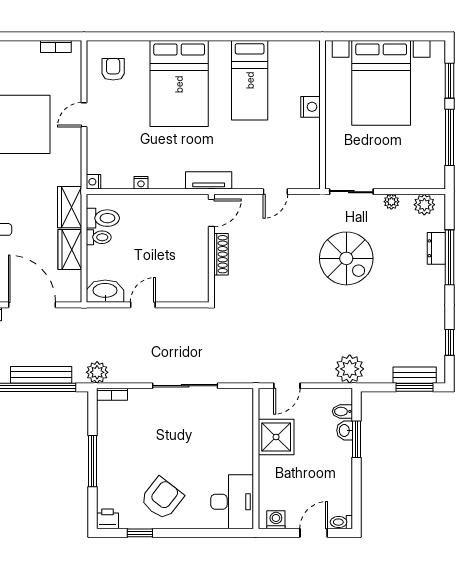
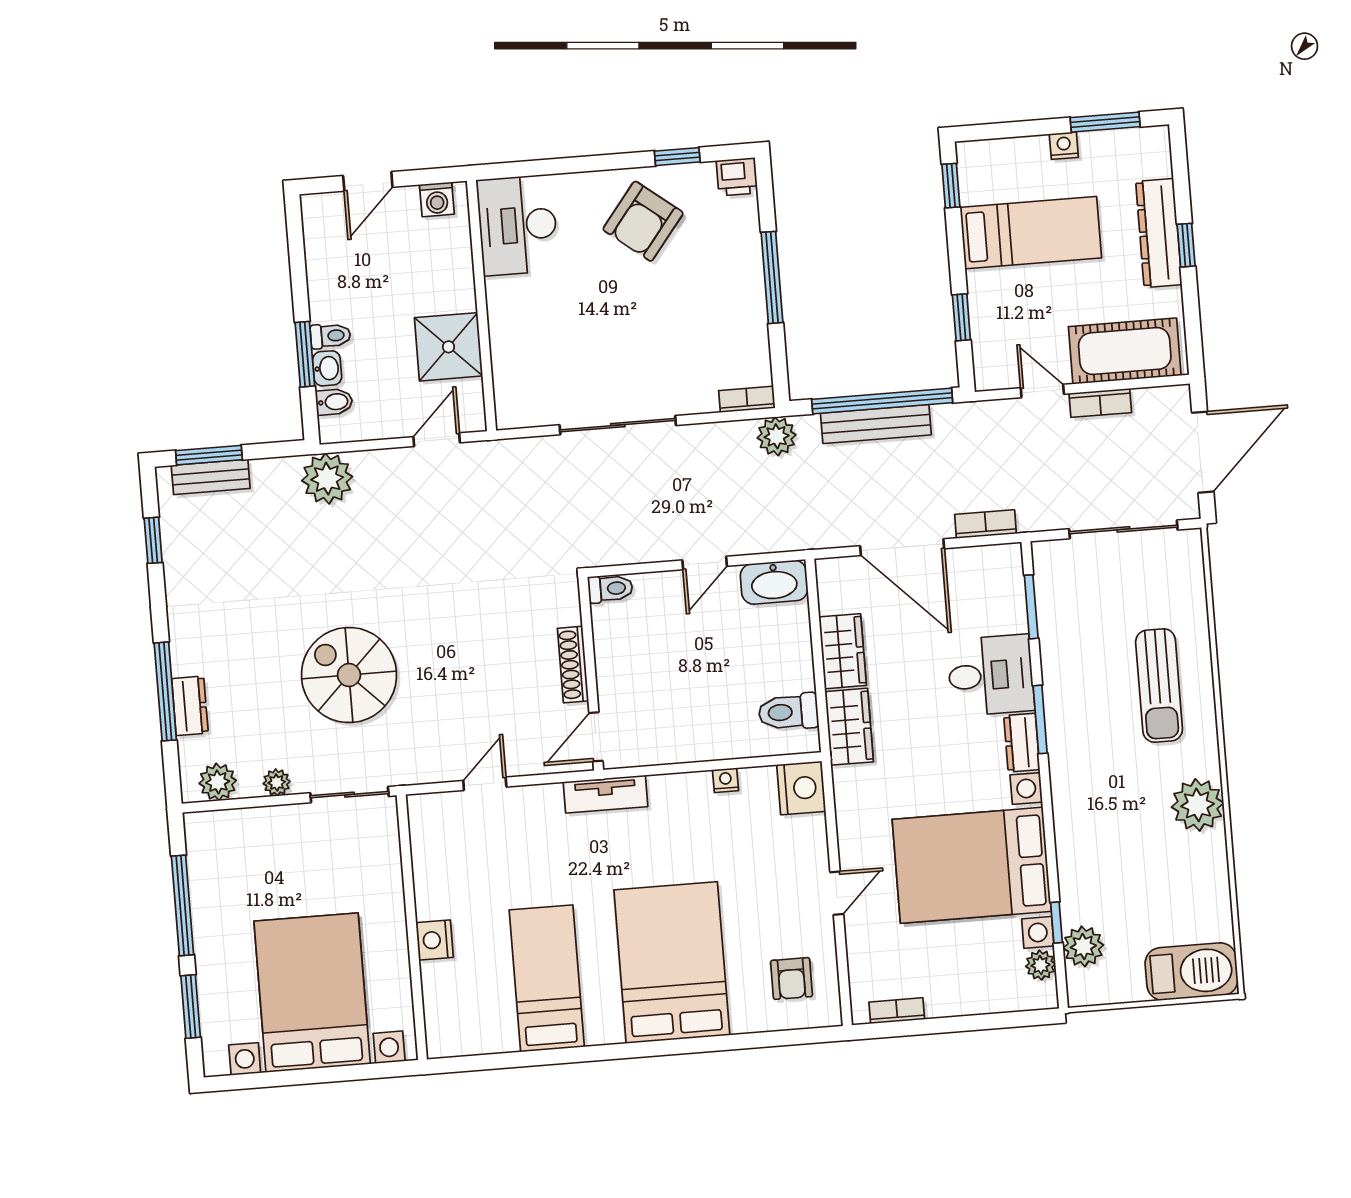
nightstand: (94, 182) -> (801, 788), width x1.89, depth x1.79
toilet: (99, 237) -> (610, 589), moved, turned 180
toilet: (341, 522) -> (330, 336), moved

